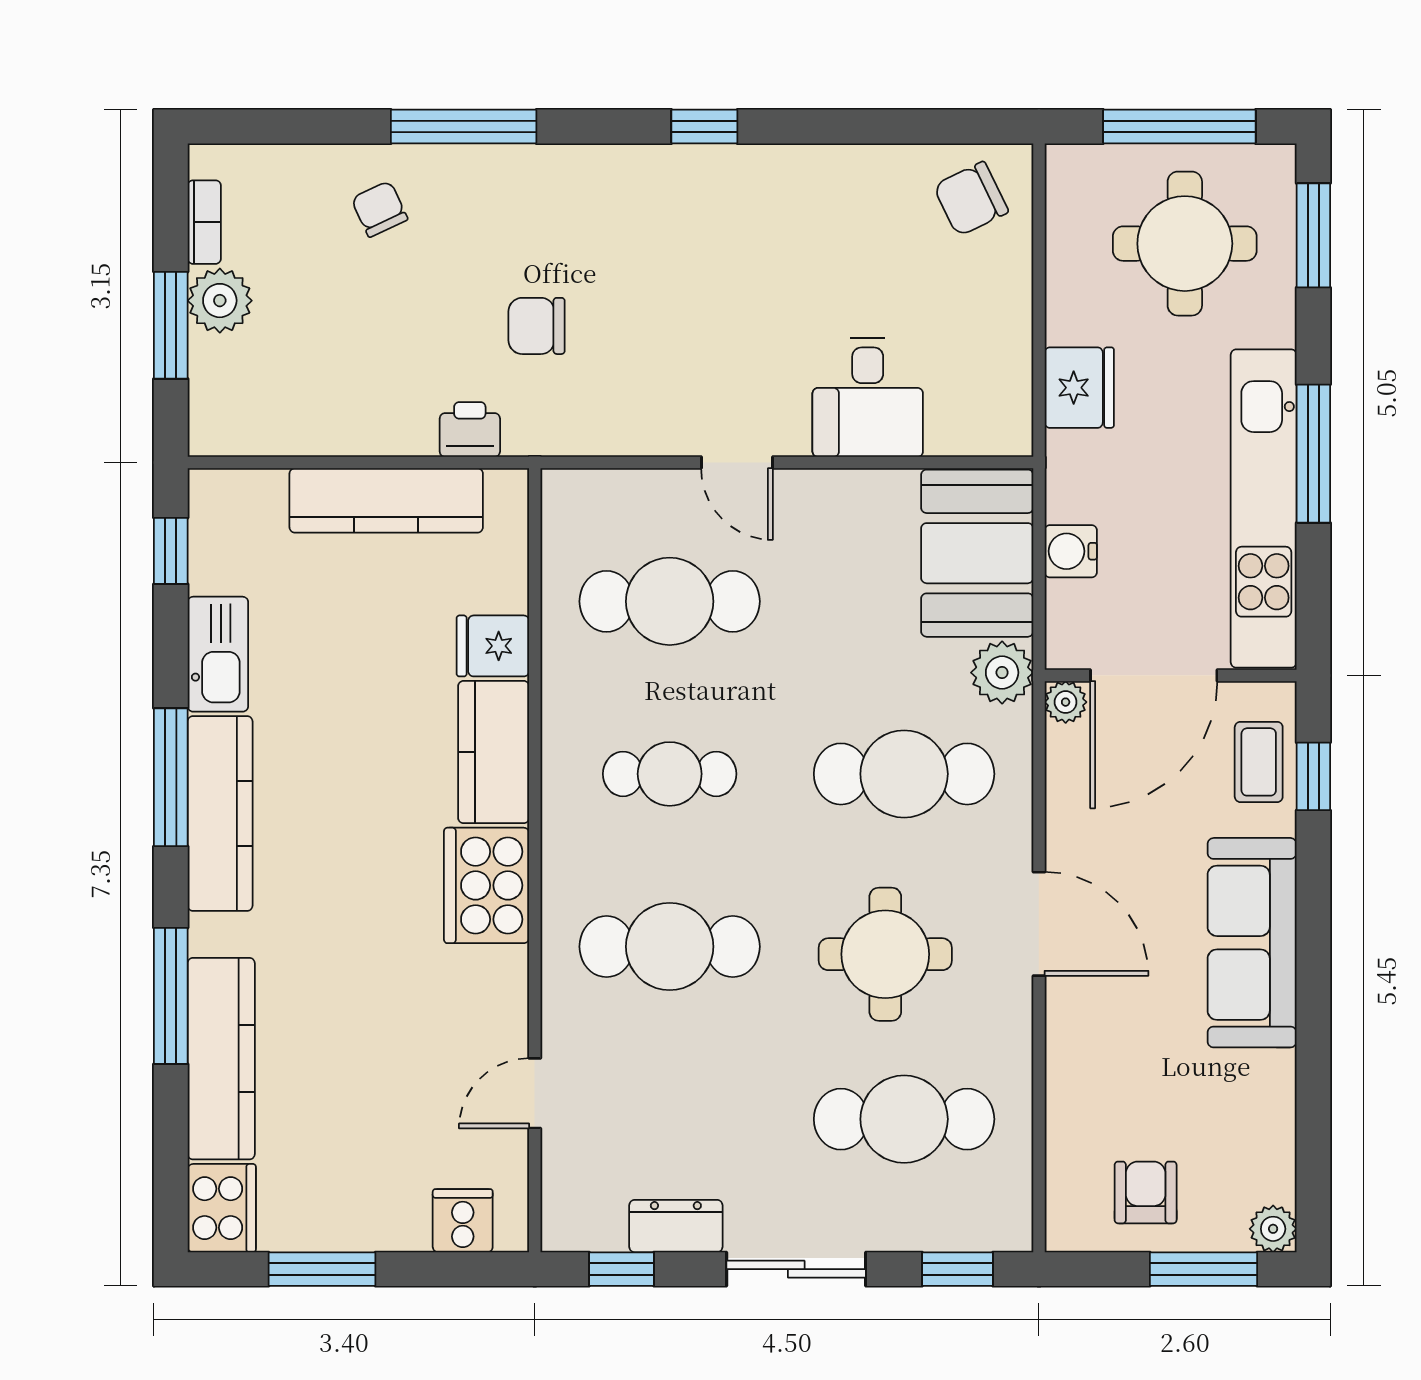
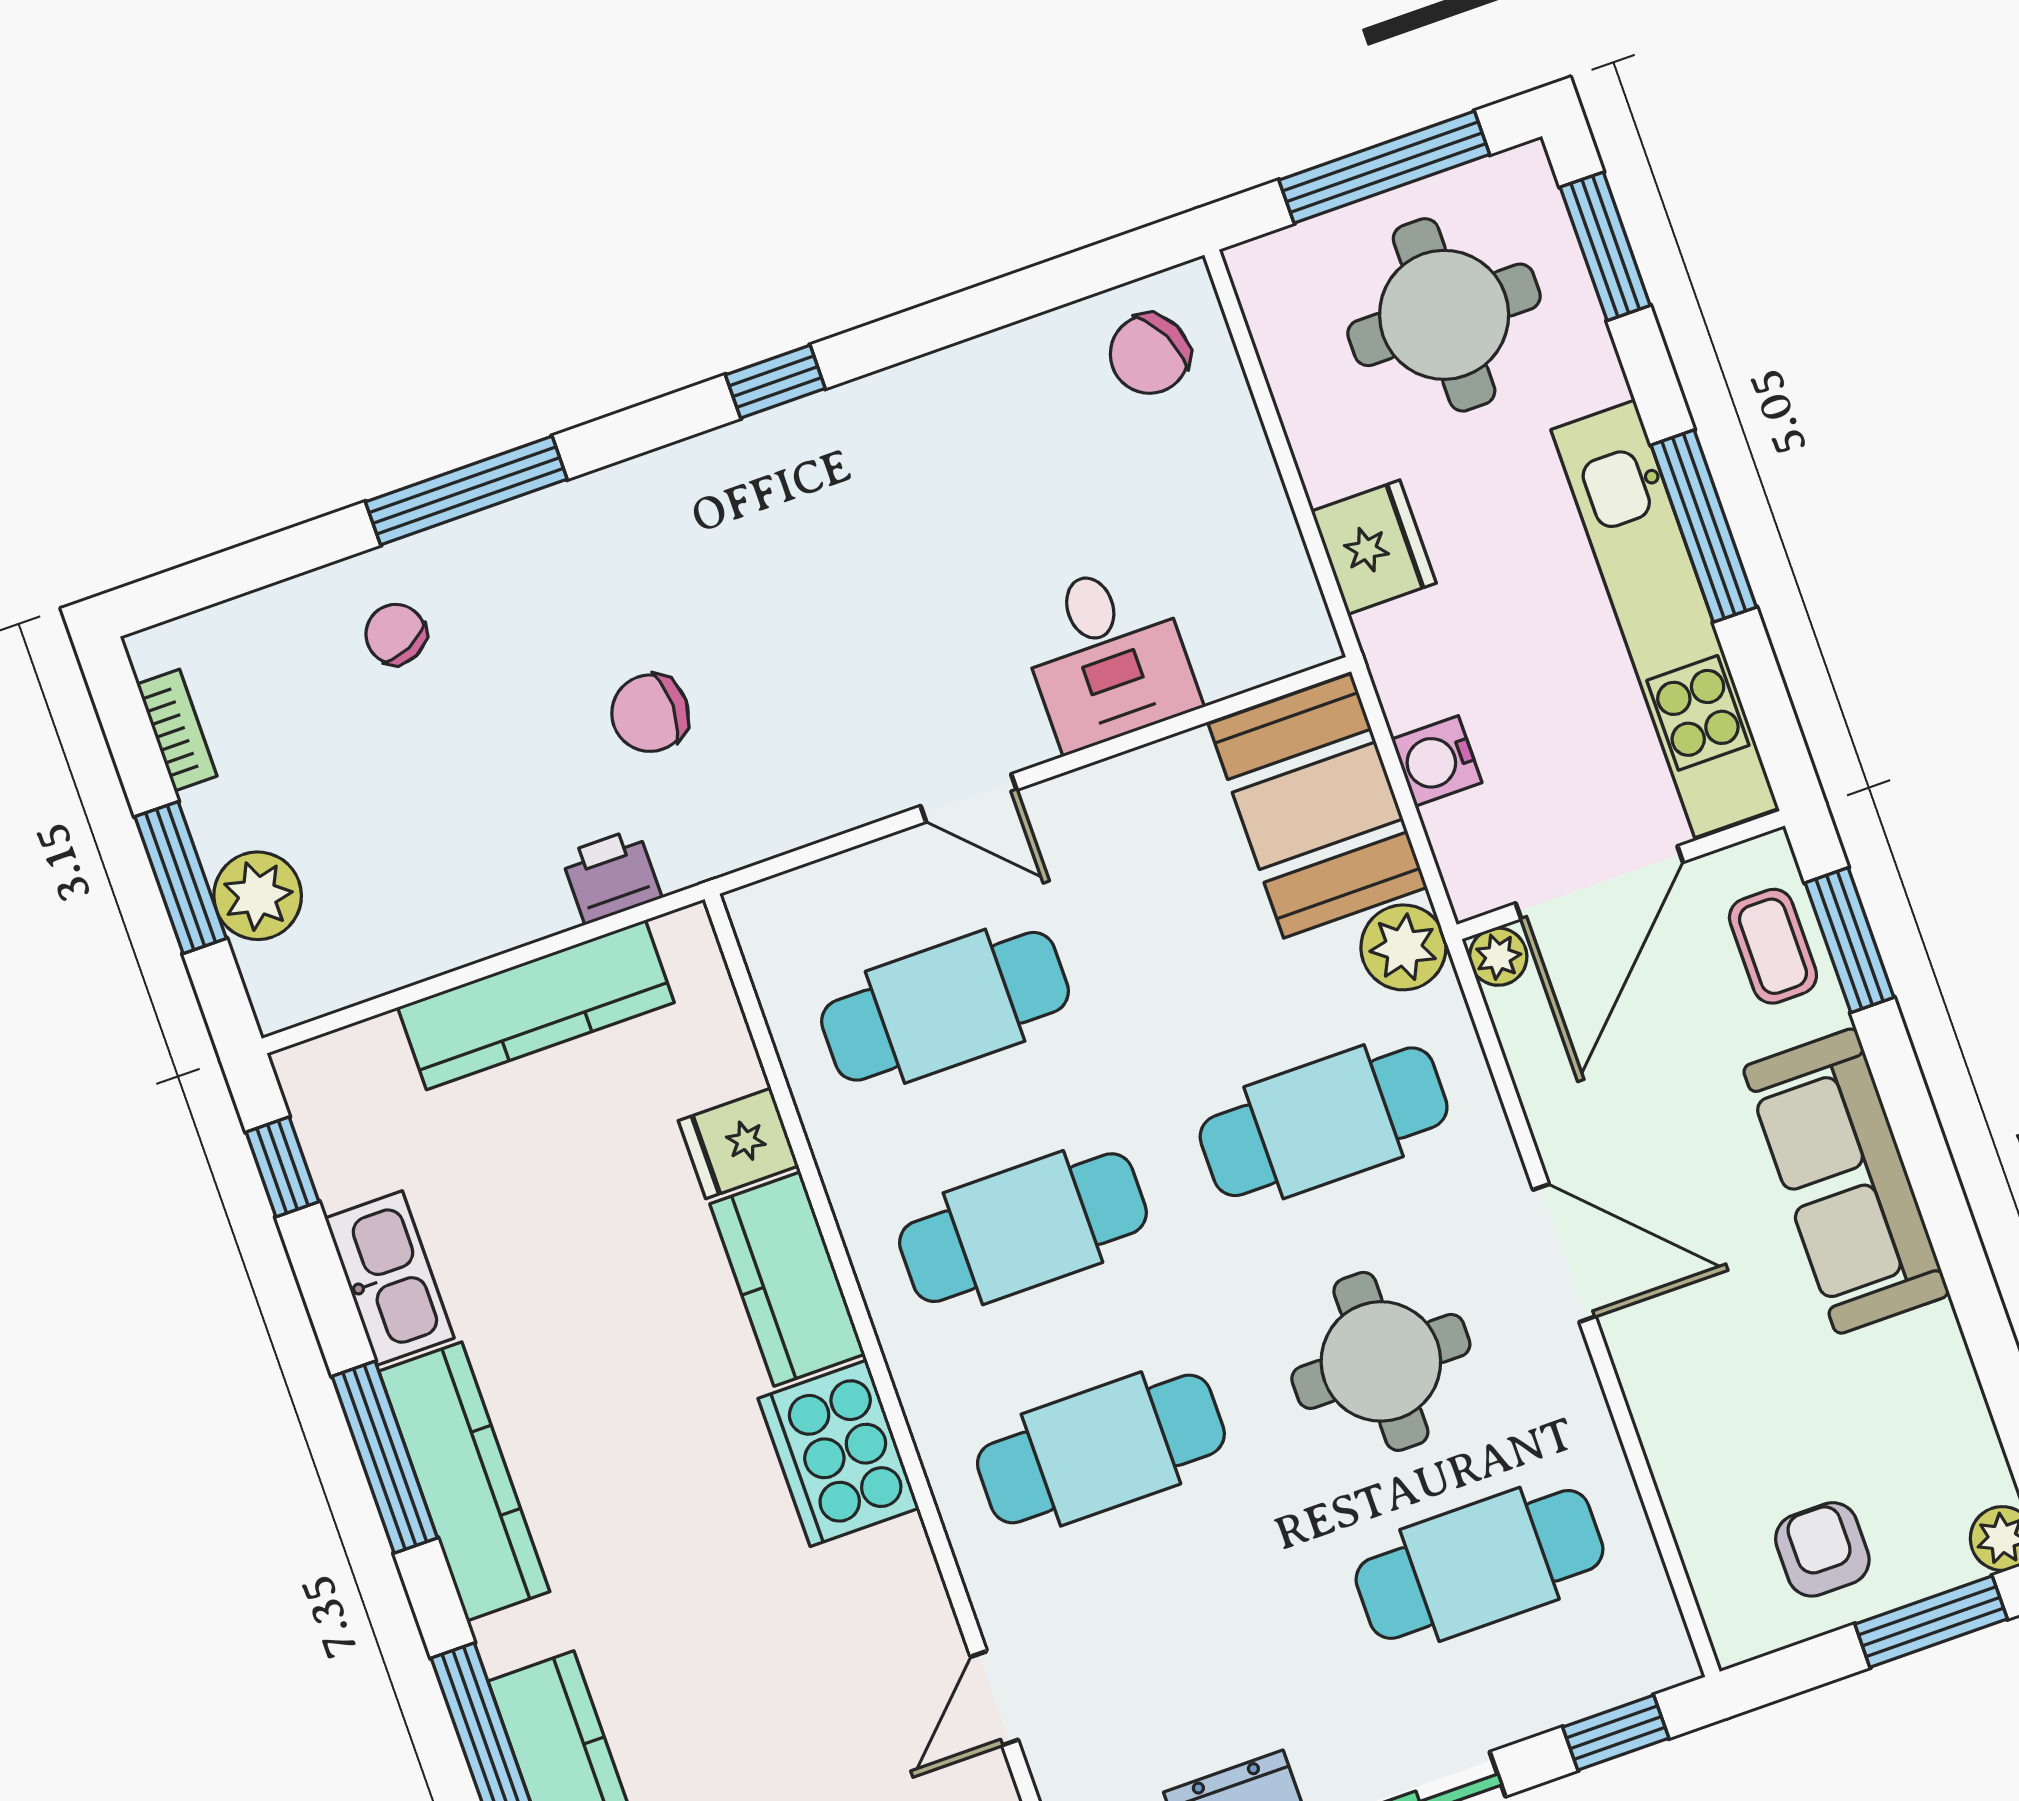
plant: (220, 301) -> (258, 896), moved
cafe table: (670, 774) -> (1023, 1228), width x1.37, depth x1.35
window: (1313, 776) -> (1850, 940), width x1.50

